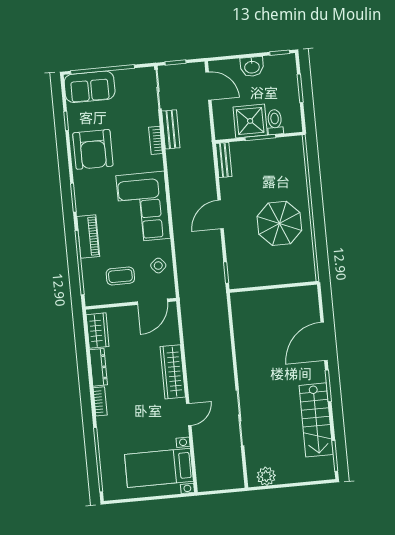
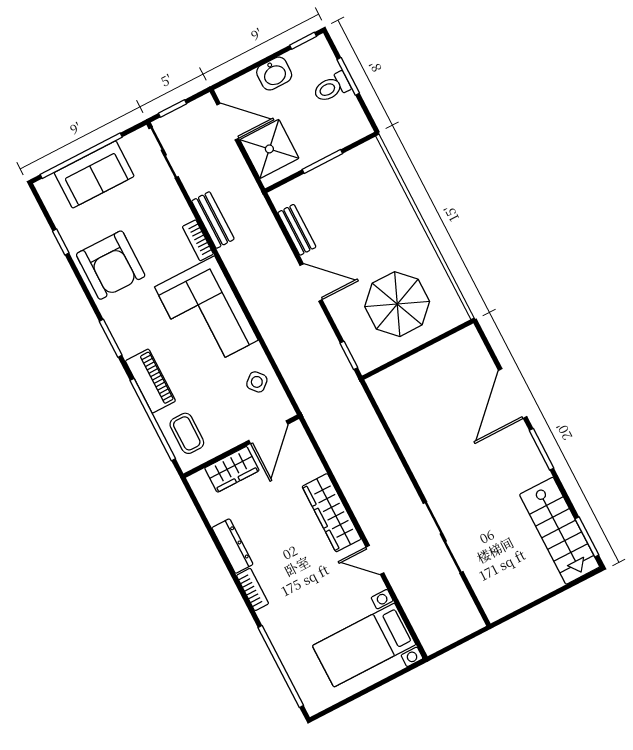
sofa: (90, 87) -> (94, 174), moved
shower: (250, 121) -> (269, 149), moved
toilet: (275, 122) -> (332, 87), moved, turned -90
bench: (171, 129) -> (213, 220), moved
bookcase: (156, 140) -> (198, 240), moved
bench: (224, 160) -> (297, 230), moved
door: (221, 214) -> (311, 283), swing flipped
parasol: (279, 223) -> (397, 304), moved
coffee table: (120, 276) -> (187, 433), moved, turned 90
wardrobe: (98, 331) -> (232, 469), moved, turned 90
door: (189, 415) -> (375, 560), swing flipped
stairs: (316, 420) -> (560, 531), moved
plant: (266, 476) -> (508, 600), removed

